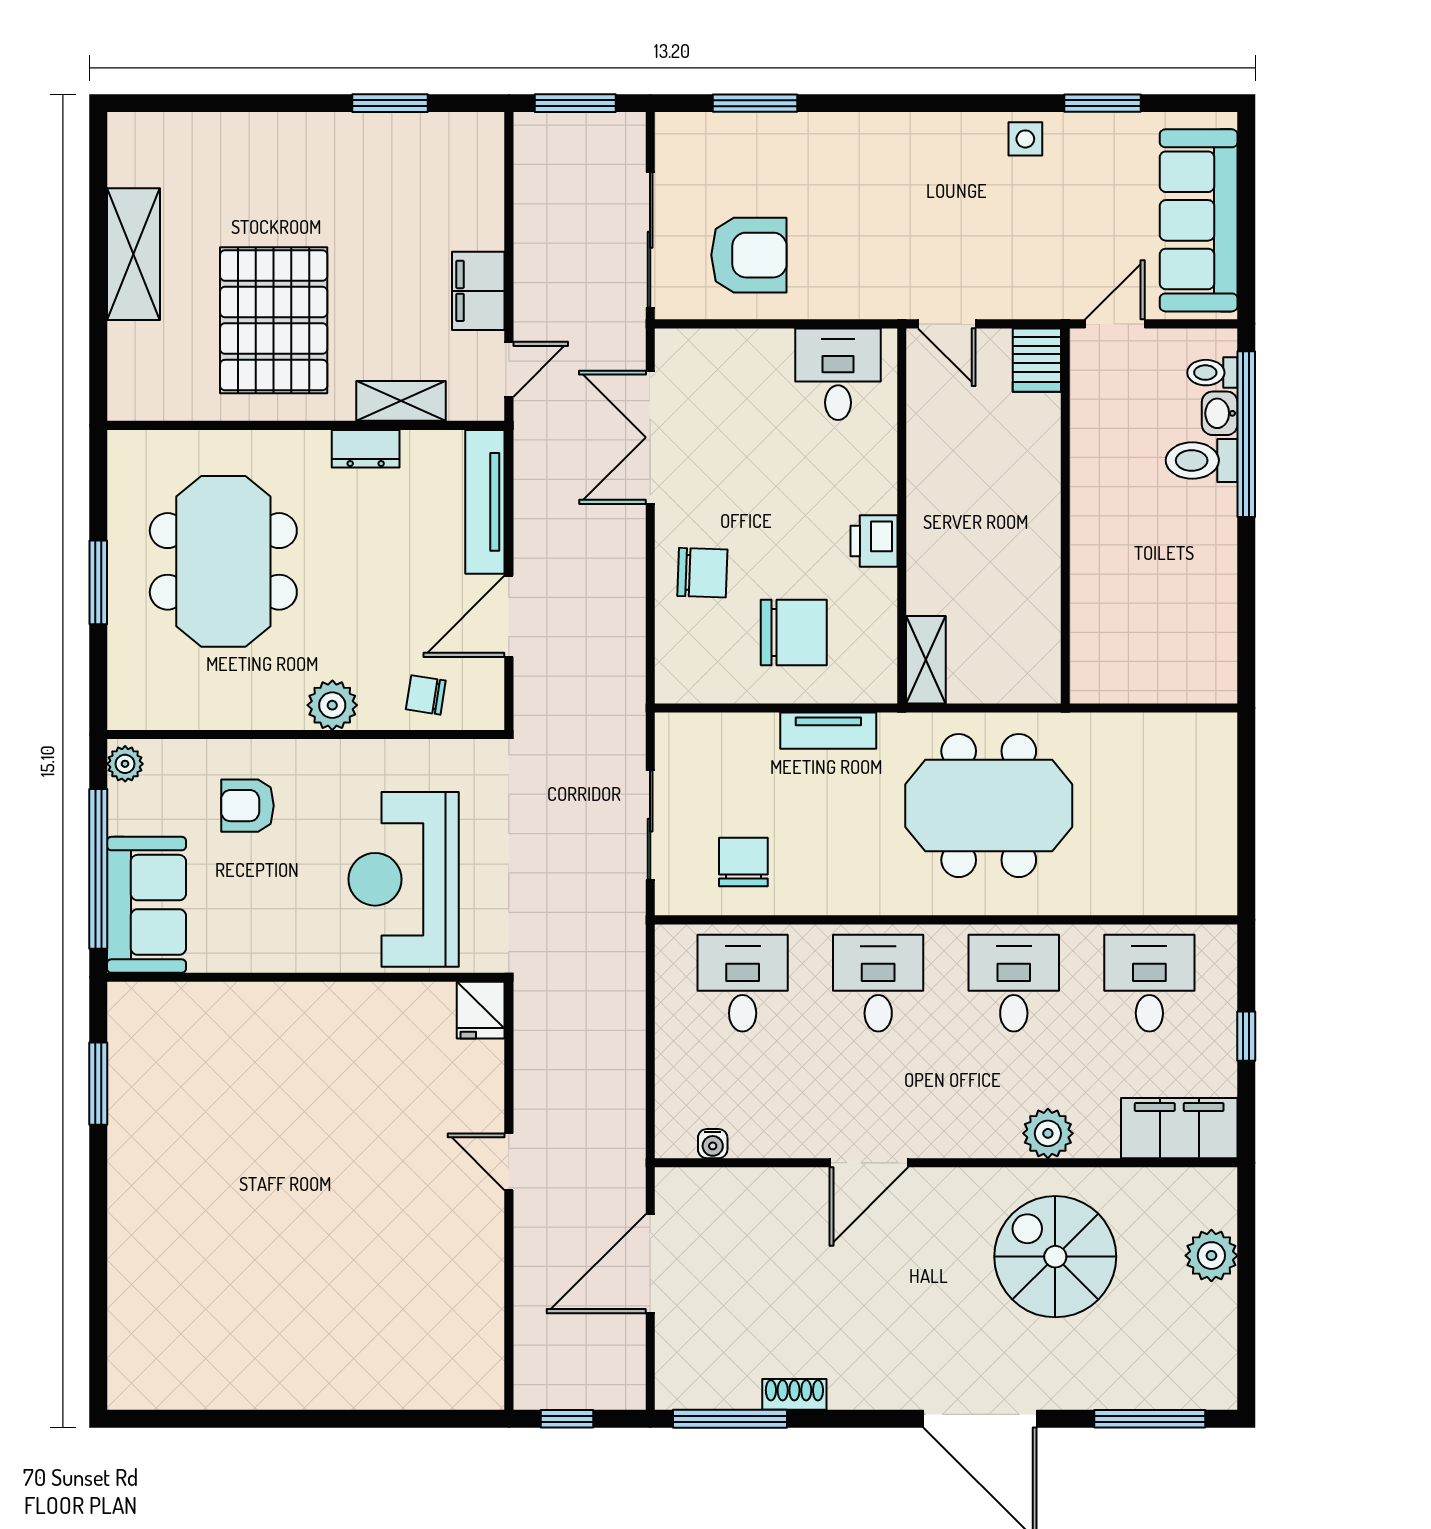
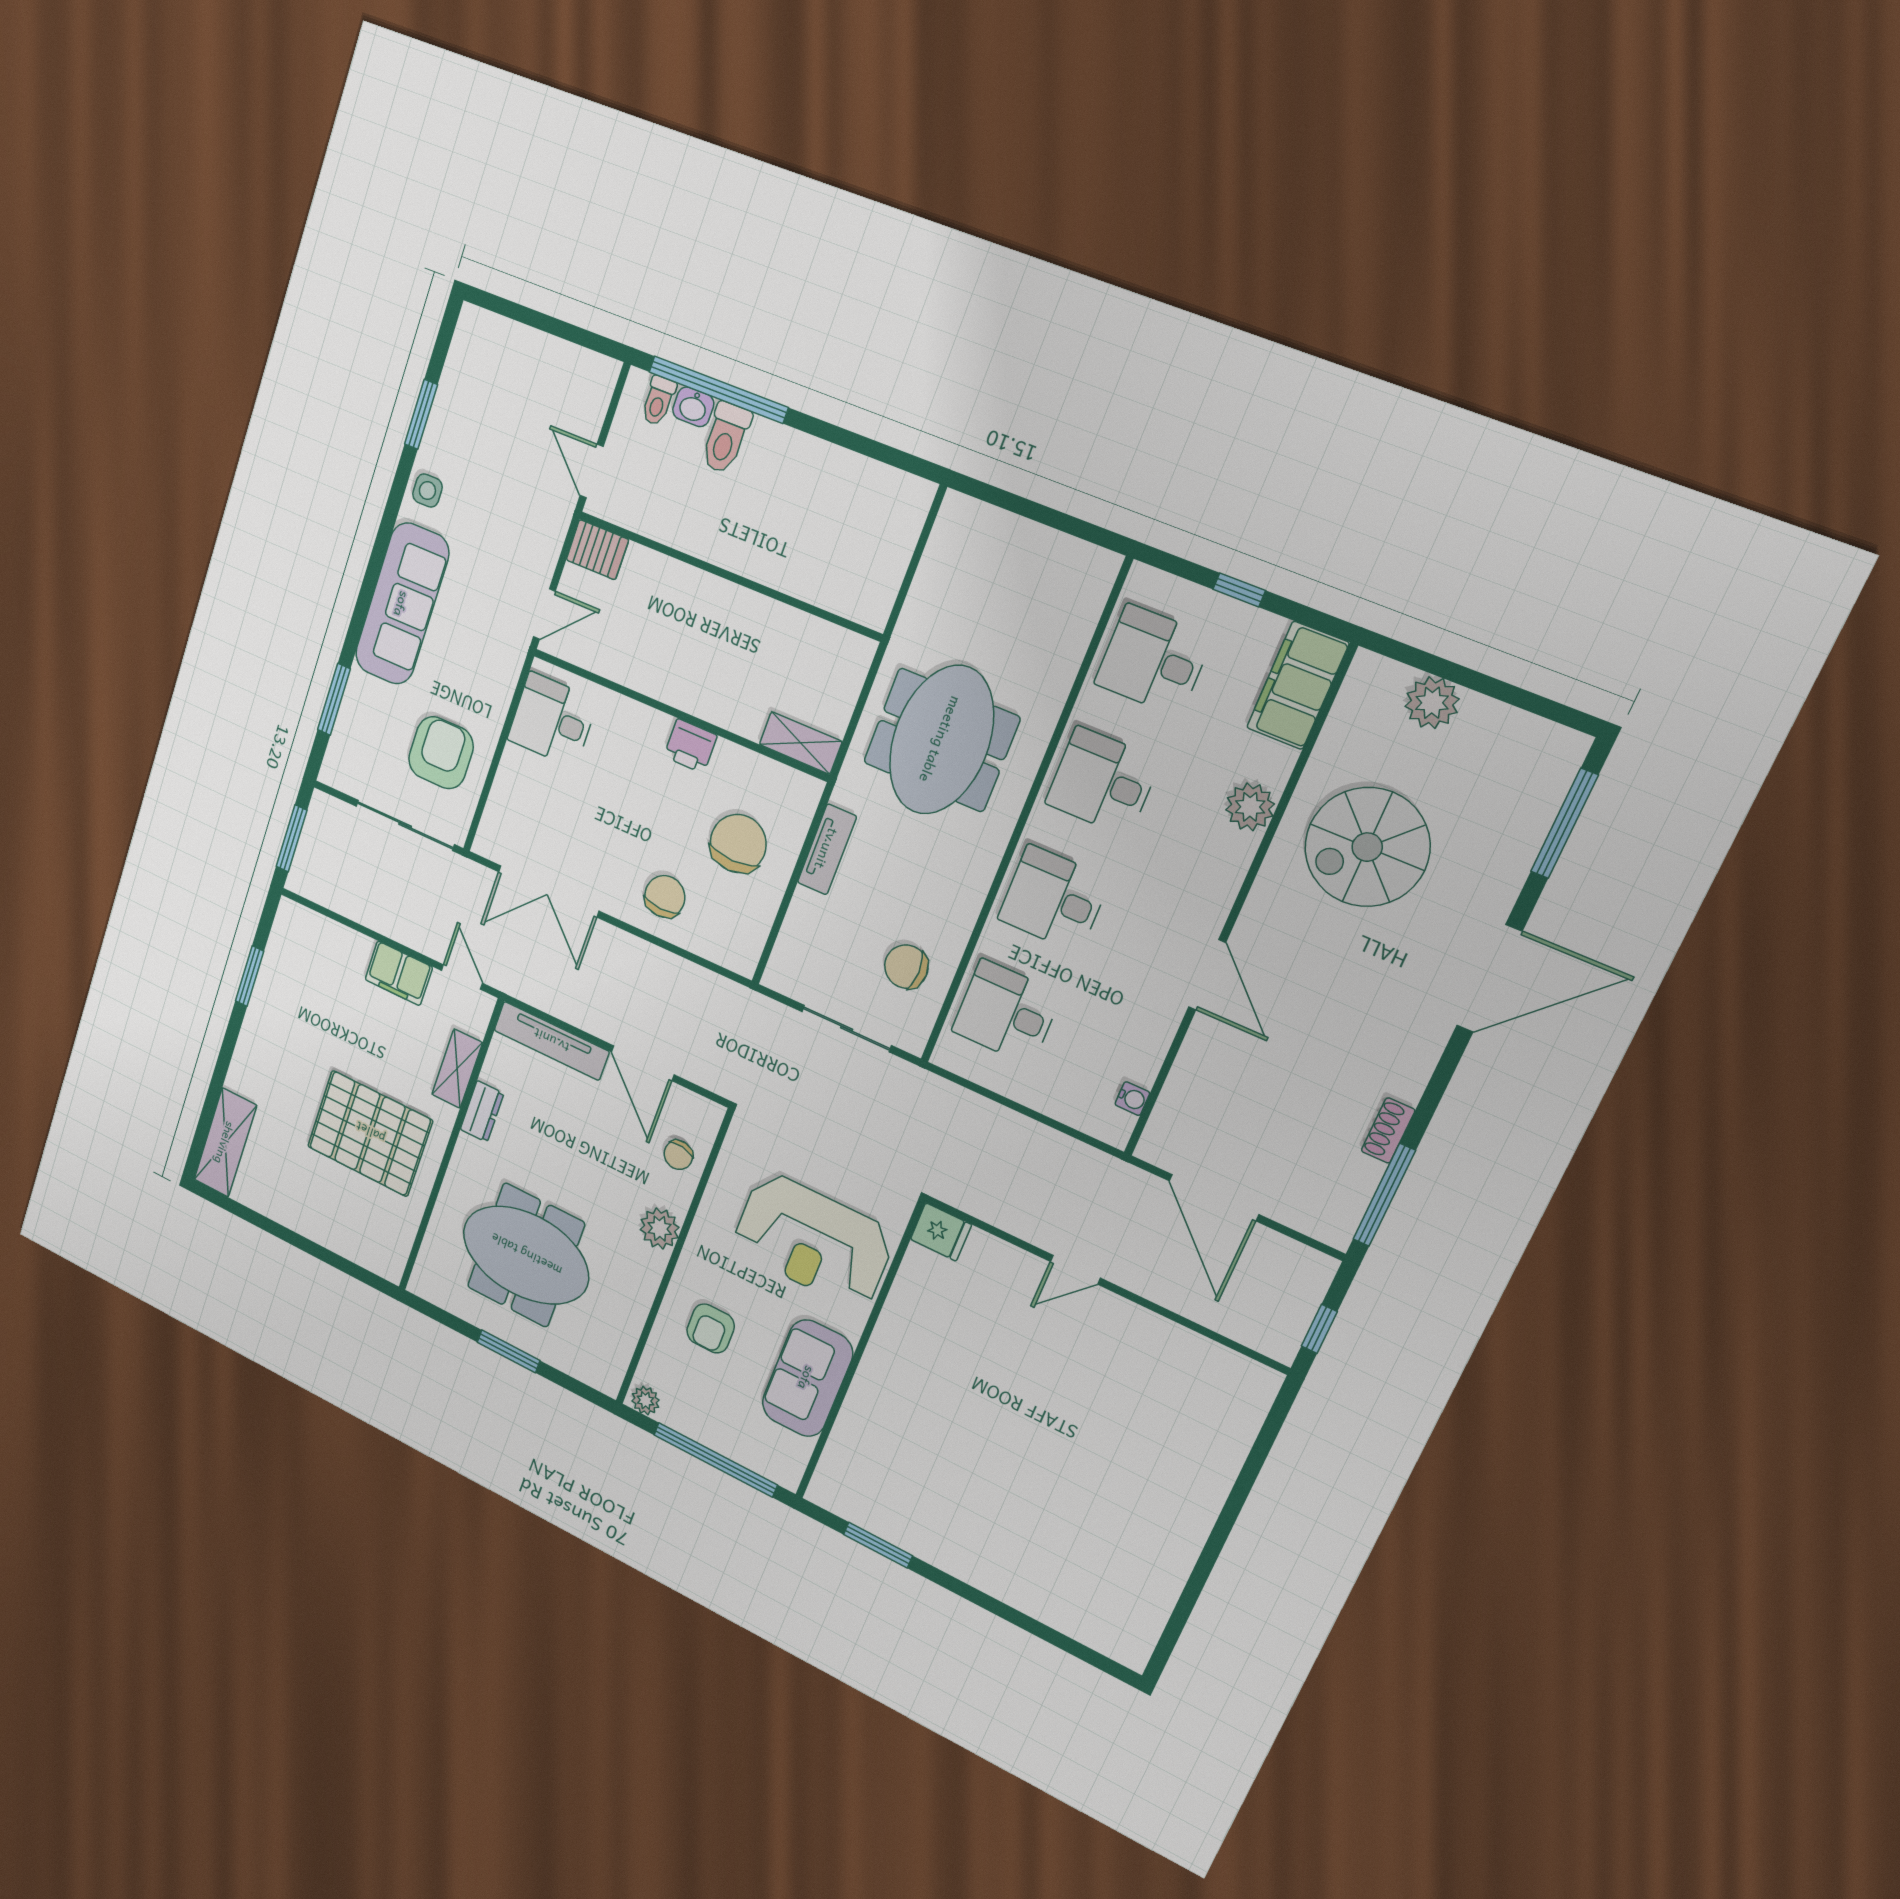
sofa: (1199, 220) -> (402, 604), moved, turned -90
shelving: (134, 254) -> (225, 1143), moved, turned 90
sofa: (146, 905) -> (807, 1378), moved, turned -90

